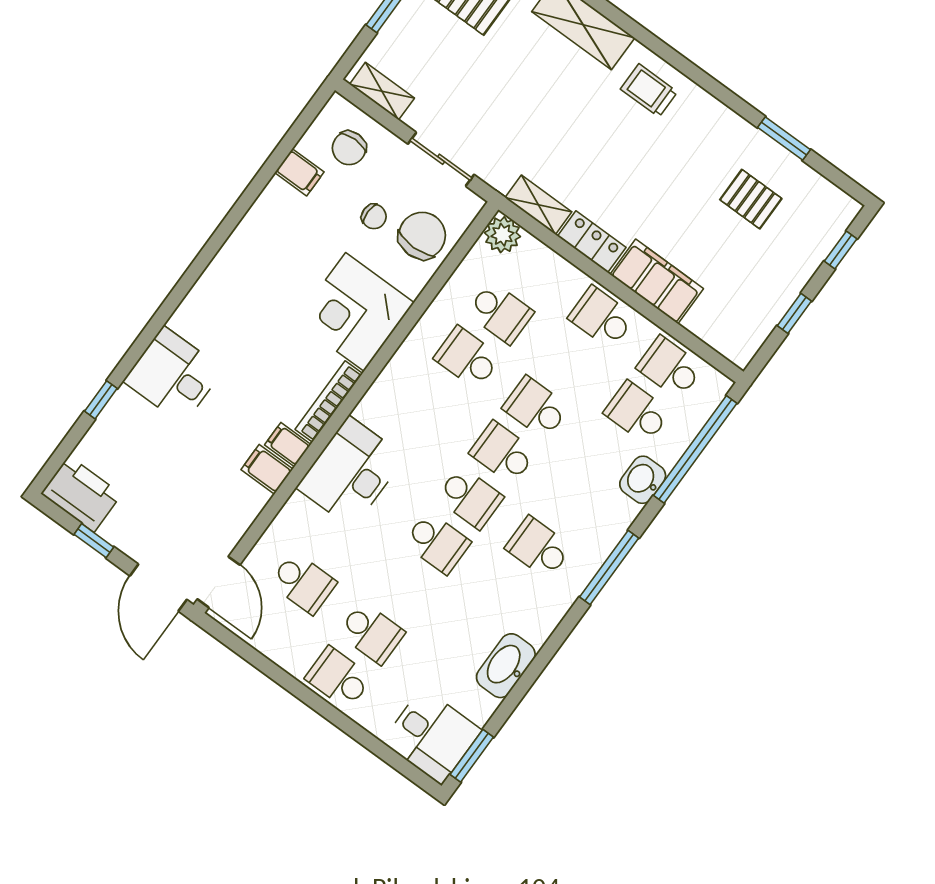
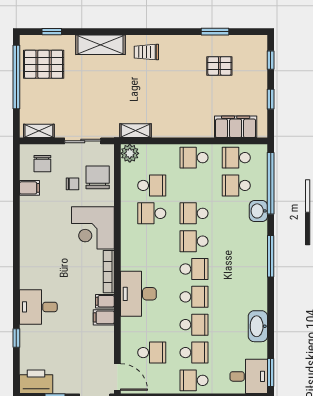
locker: (592, 242) -> (168, 130), removed
filing cabinet: (657, 281) -> (236, 127), moved
school desk: (538, 548) -> (194, 325), moved, turned 180

